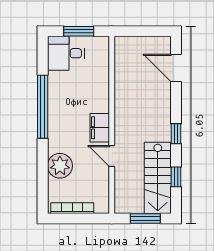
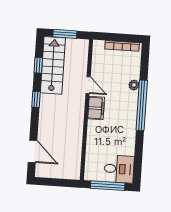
window: (79, 31) -> (108, 186), width x1.44
window: (43, 107) -> (142, 105), moved
plant: (60, 166) -> (134, 85), width x0.53, depth x0.53

